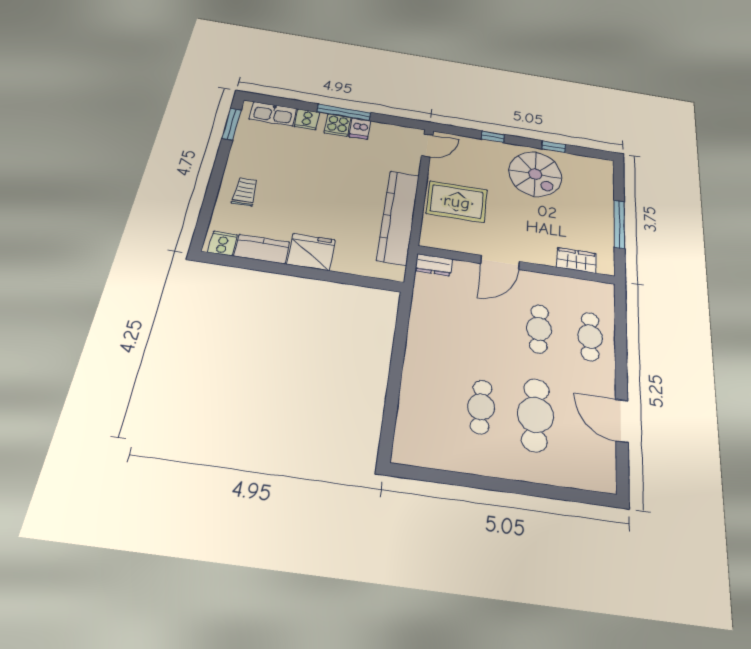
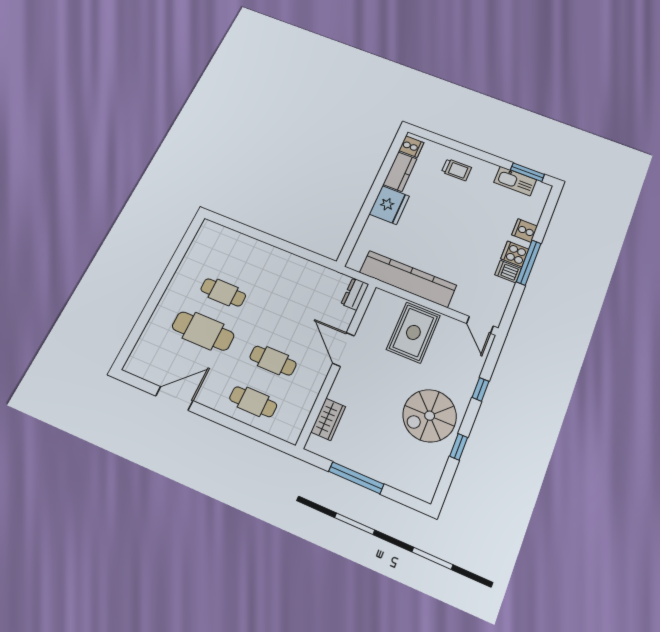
kitchen sink: (273, 114) -> (515, 181), moved, turned -90

